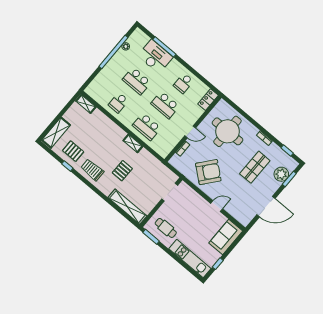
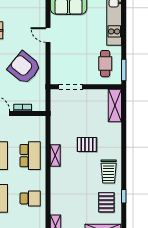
shelving: (127, 207) -> (115, 105), width x0.68

